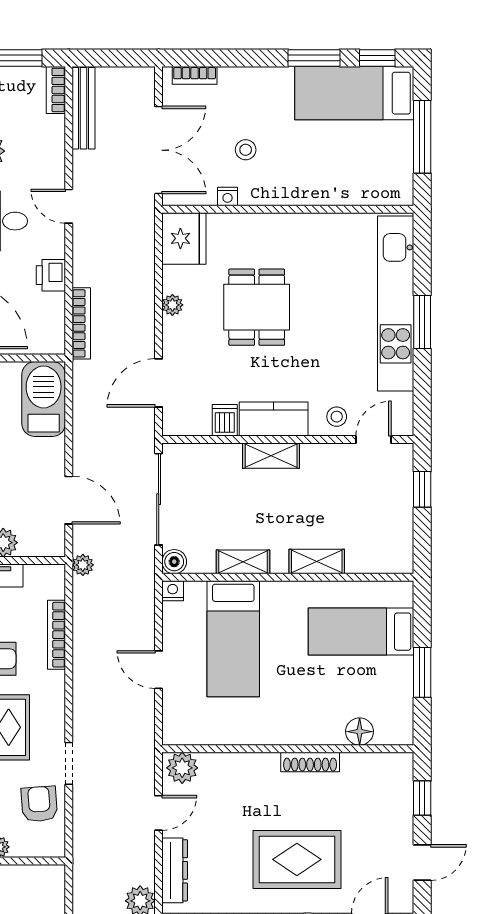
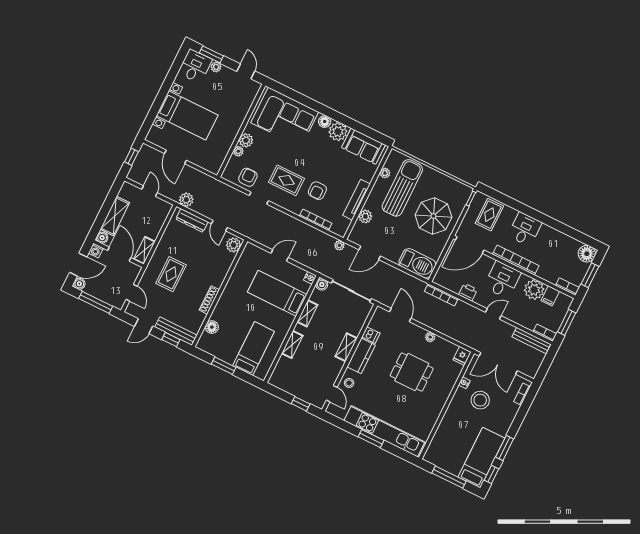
stool: (246, 150) -> (480, 400), width x1.89, depth x1.89
fridge: (184, 238) -> (462, 356), width x0.53, depth x0.75
bench: (401, 796) -> (176, 331), added
armchair: (39, 804) -> (248, 177), turned -86
rug: (297, 859) -> (171, 274), width x0.73, depth x0.70
door: (422, 863) -> (144, 326), hinge flipped

